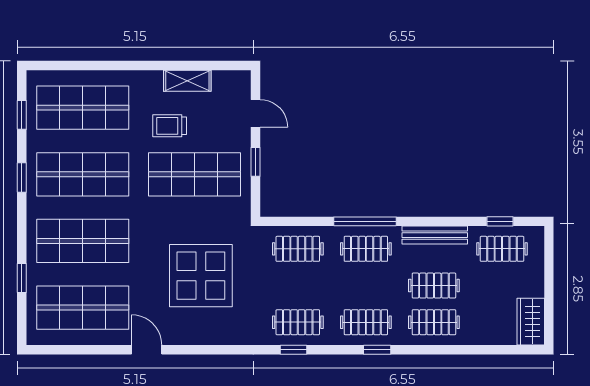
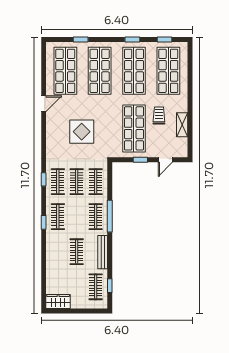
display table: (201, 276) -> (82, 132), width x0.73, depth x0.73
clothes rail: (434, 322) -> (77, 182), moved

